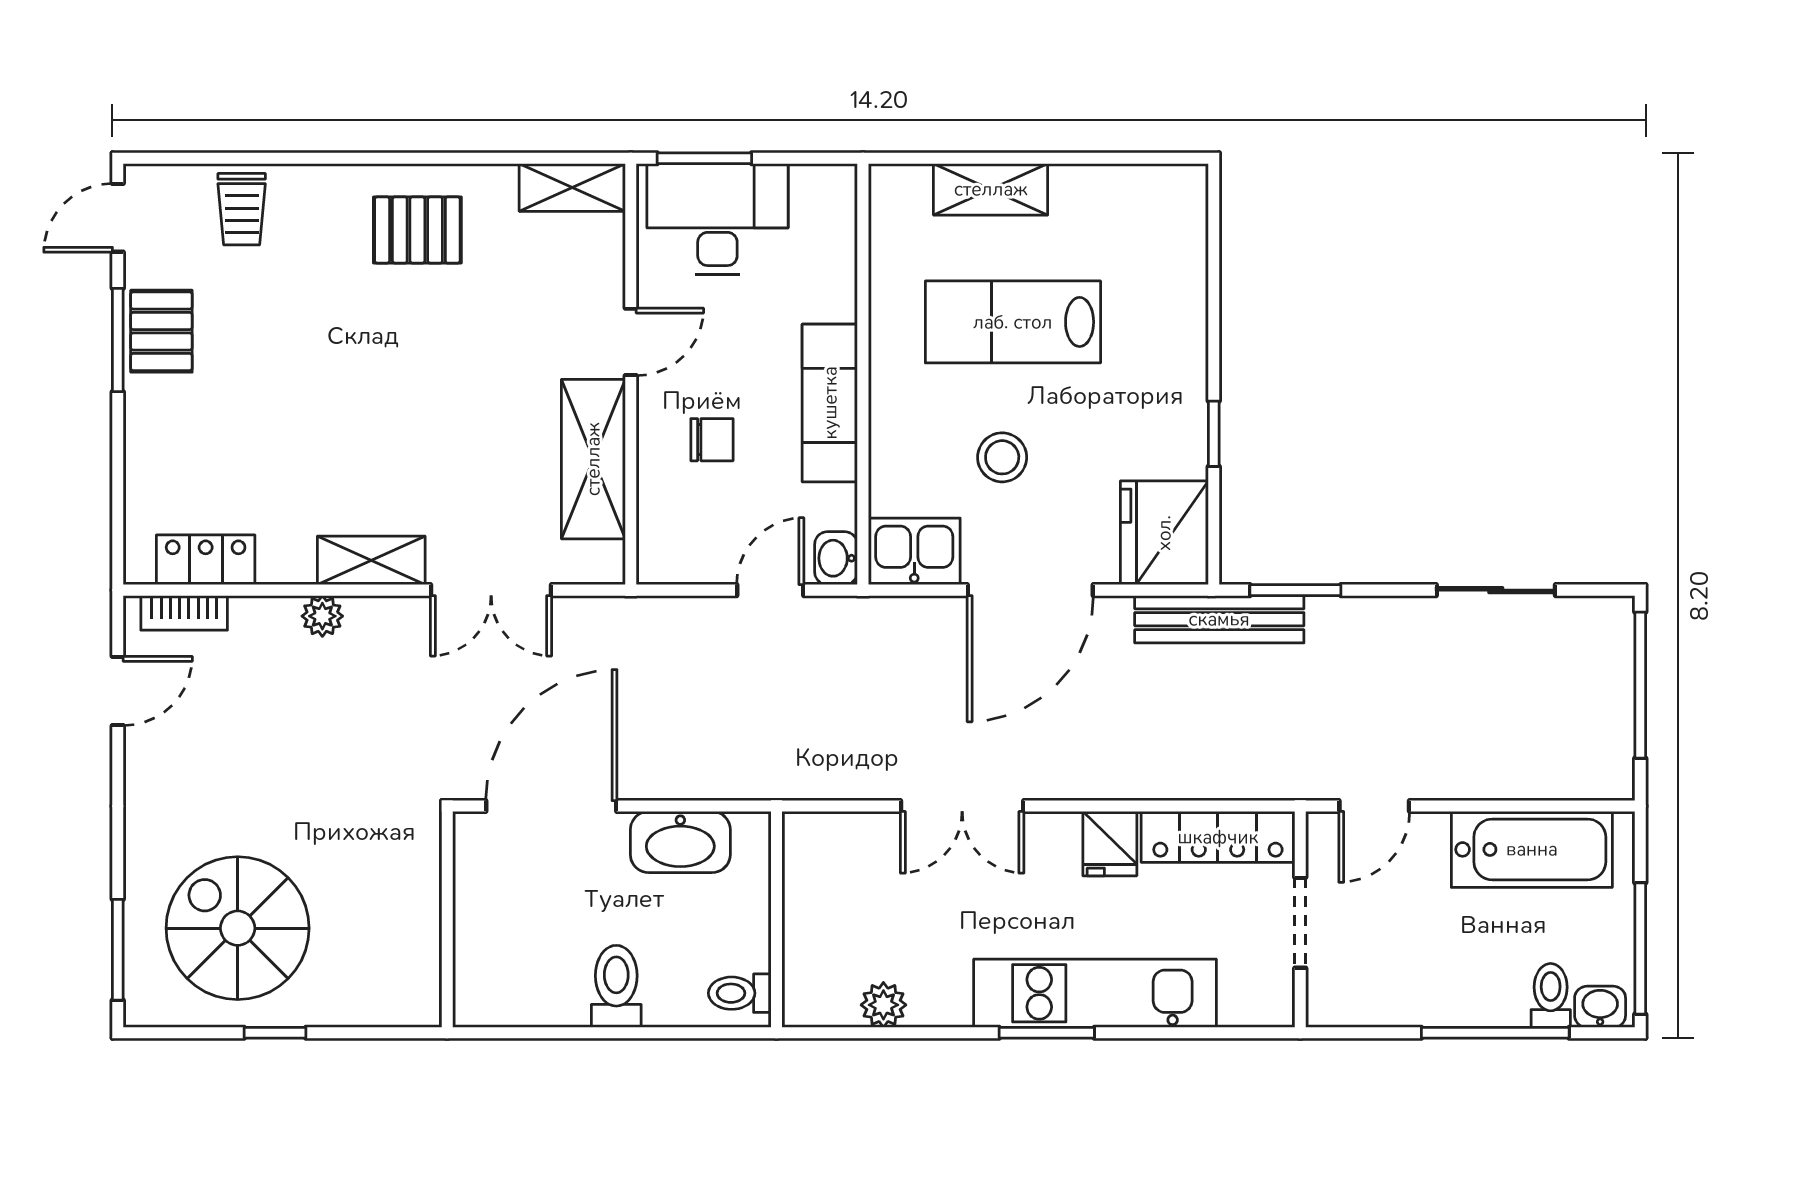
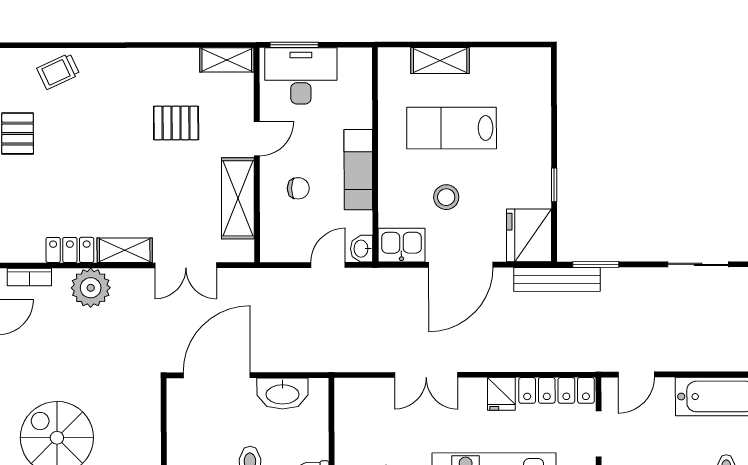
trolley: (242, 209) -> (58, 71), turned 65
pallet: (417, 230) -> (176, 123), moved
locker: (206, 560) -> (70, 250), moved
plant: (322, 616) -> (91, 288), width x1.88, depth x1.88

